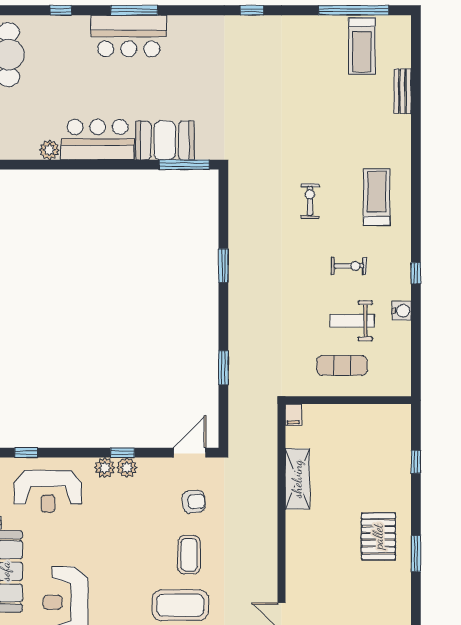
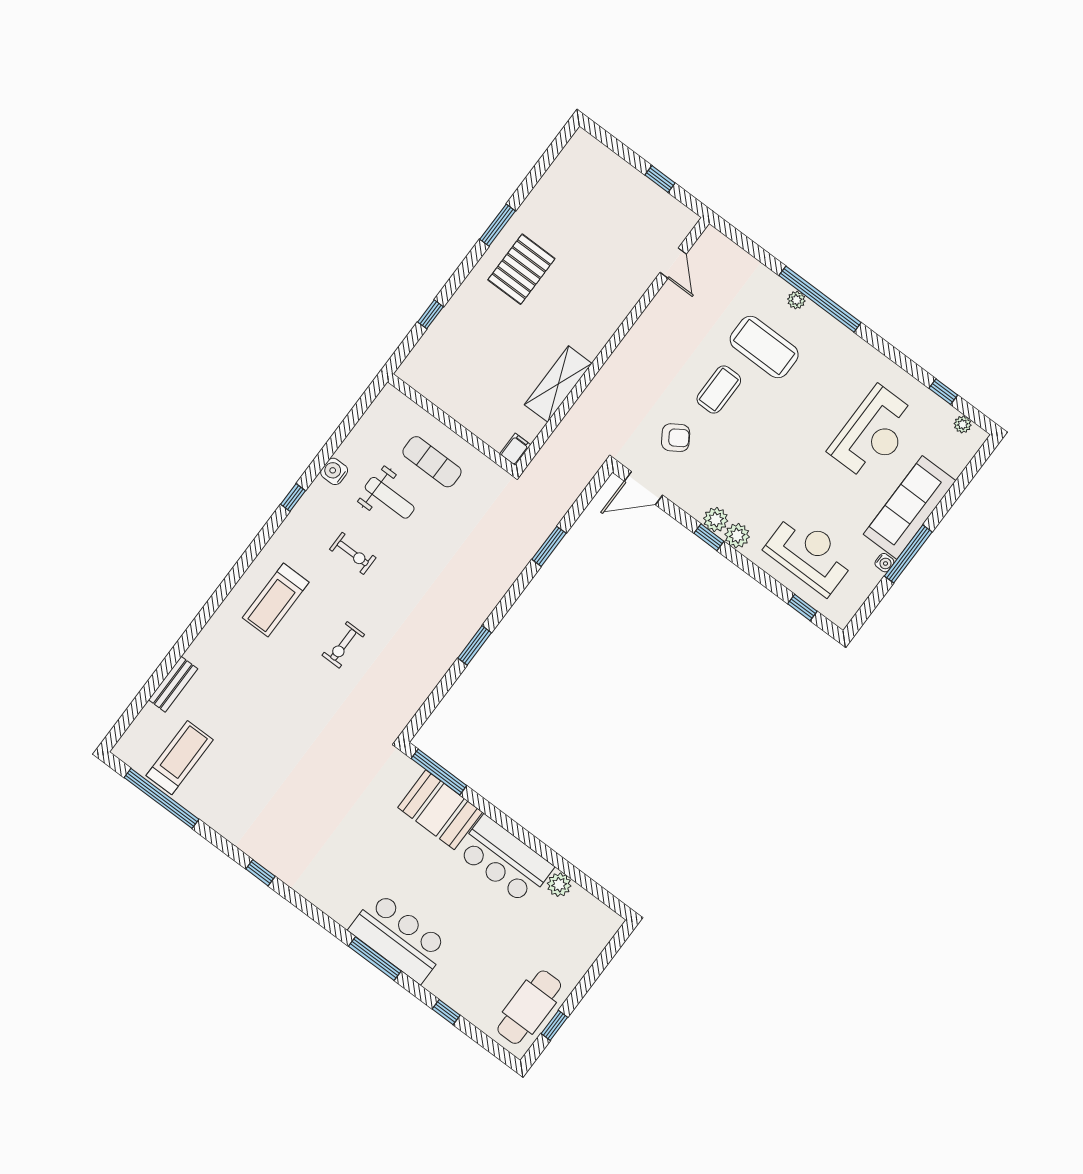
exercise bike: (349, 266) -> (353, 553), turned 180
armchair: (194, 502) -> (676, 438), turned 152

